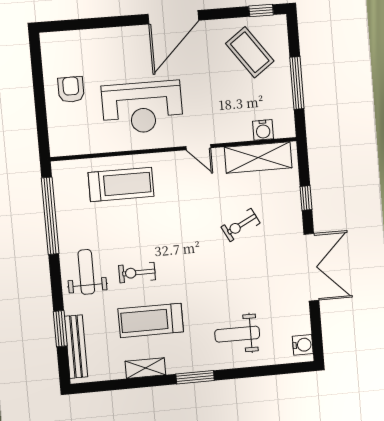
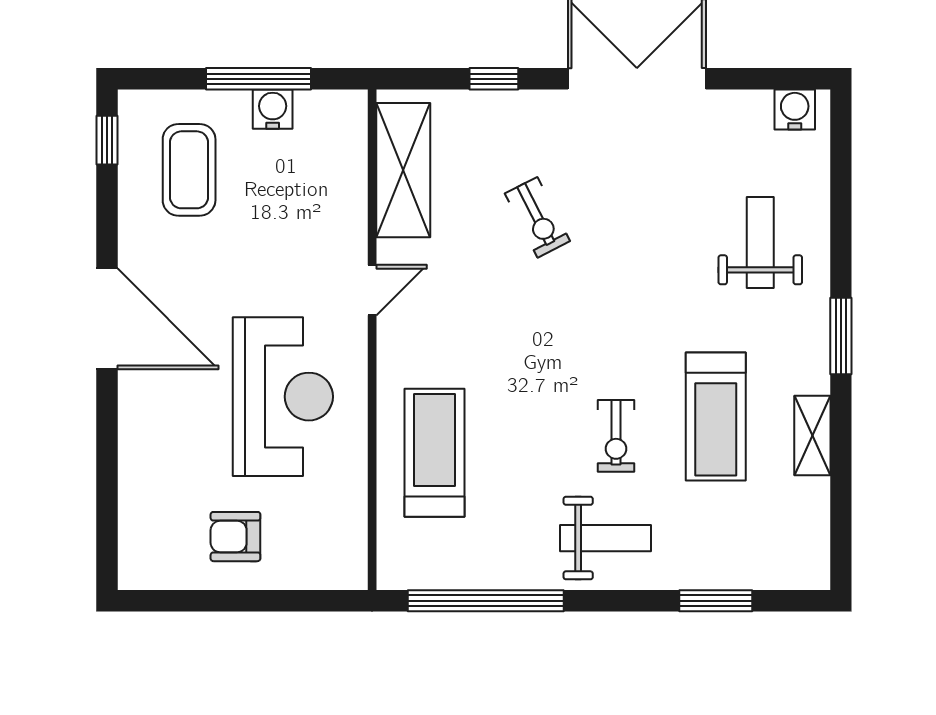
coffee table: (250, 52) -> (189, 170), turned -54
water cooler: (263, 130) -> (273, 109), moved, turned -90
weight bench: (86, 272) -> (605, 538), turned 180
weight bench: (237, 334) -> (760, 242), turned 180
bench: (76, 347) -> (755, 572), removed

